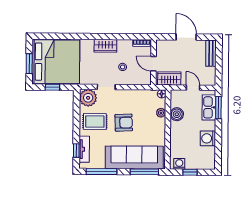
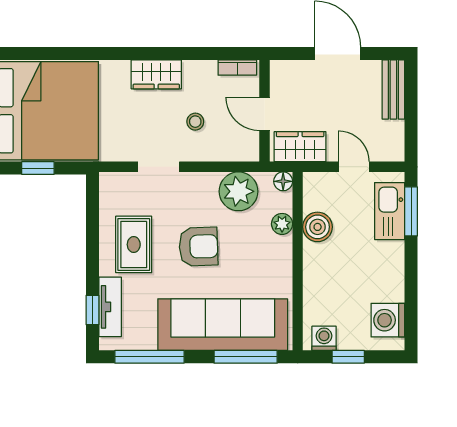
plant: (88, 98) -> (238, 191), moved
rug: (95, 122) -> (134, 244), turned 90
washing machine: (208, 138) -> (388, 320), moved

